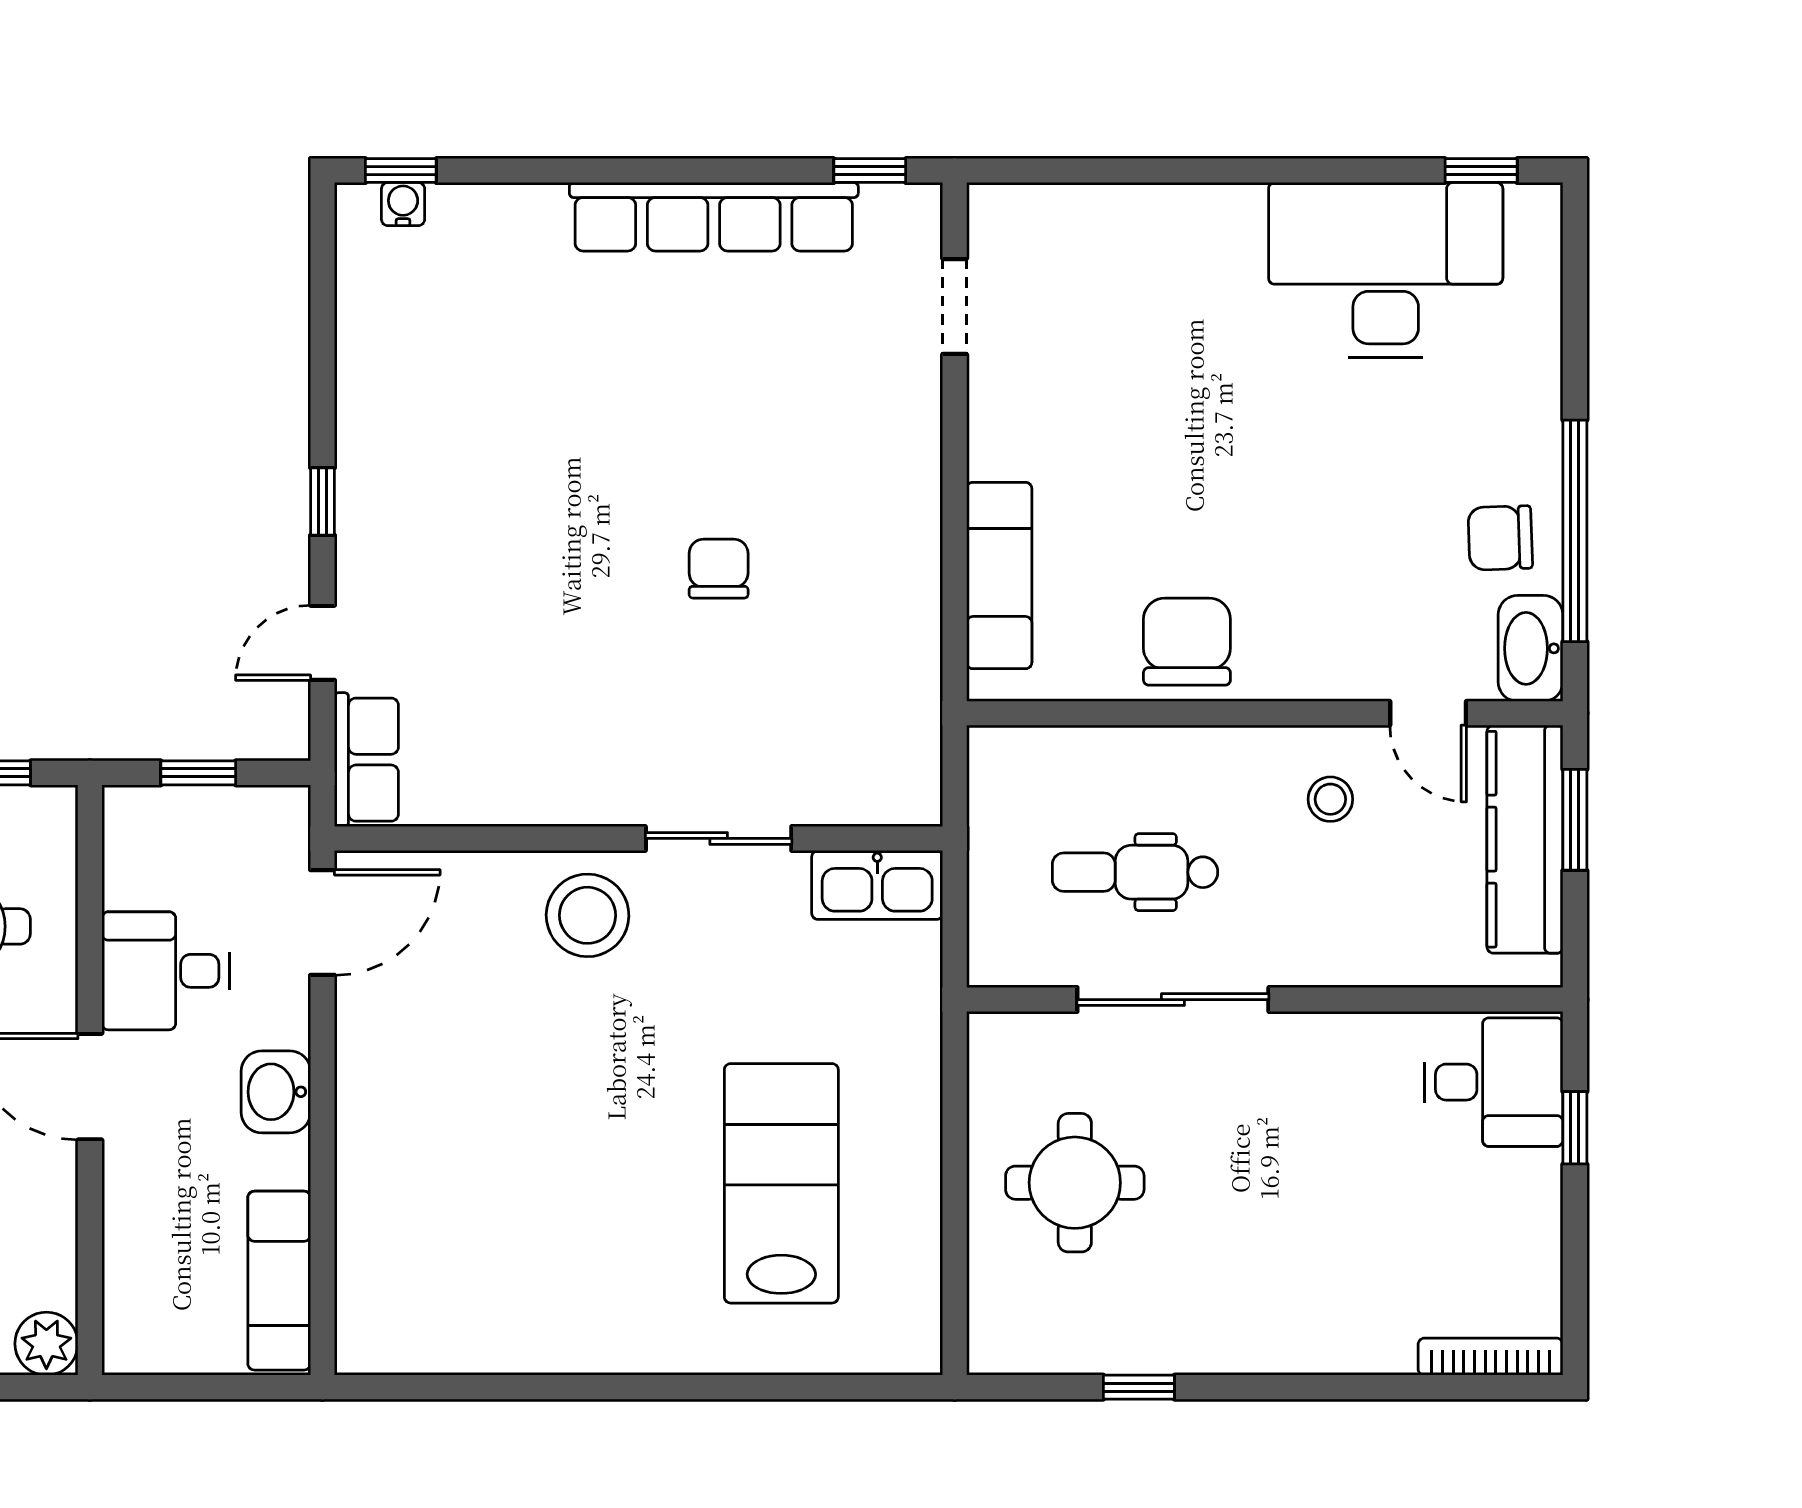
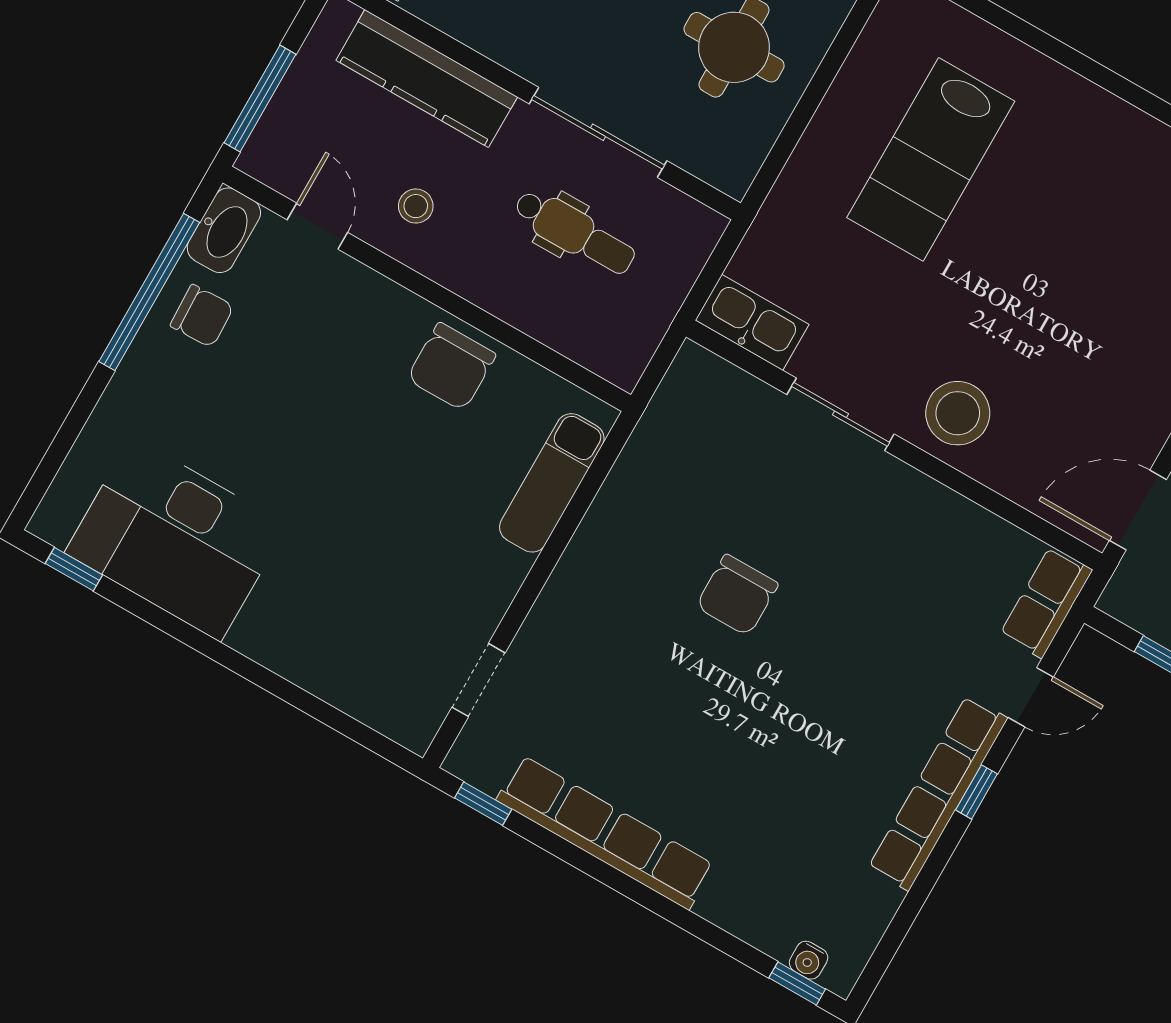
row of seats: (365, 475) -> (938, 793), added
chair: (719, 569) -> (737, 595), width x1.37, depth x1.37
window: (1575, 820) -> (260, 99), width x1.44
kitchen counter: (1525, 839) -> (427, 79), moved, turned 90

